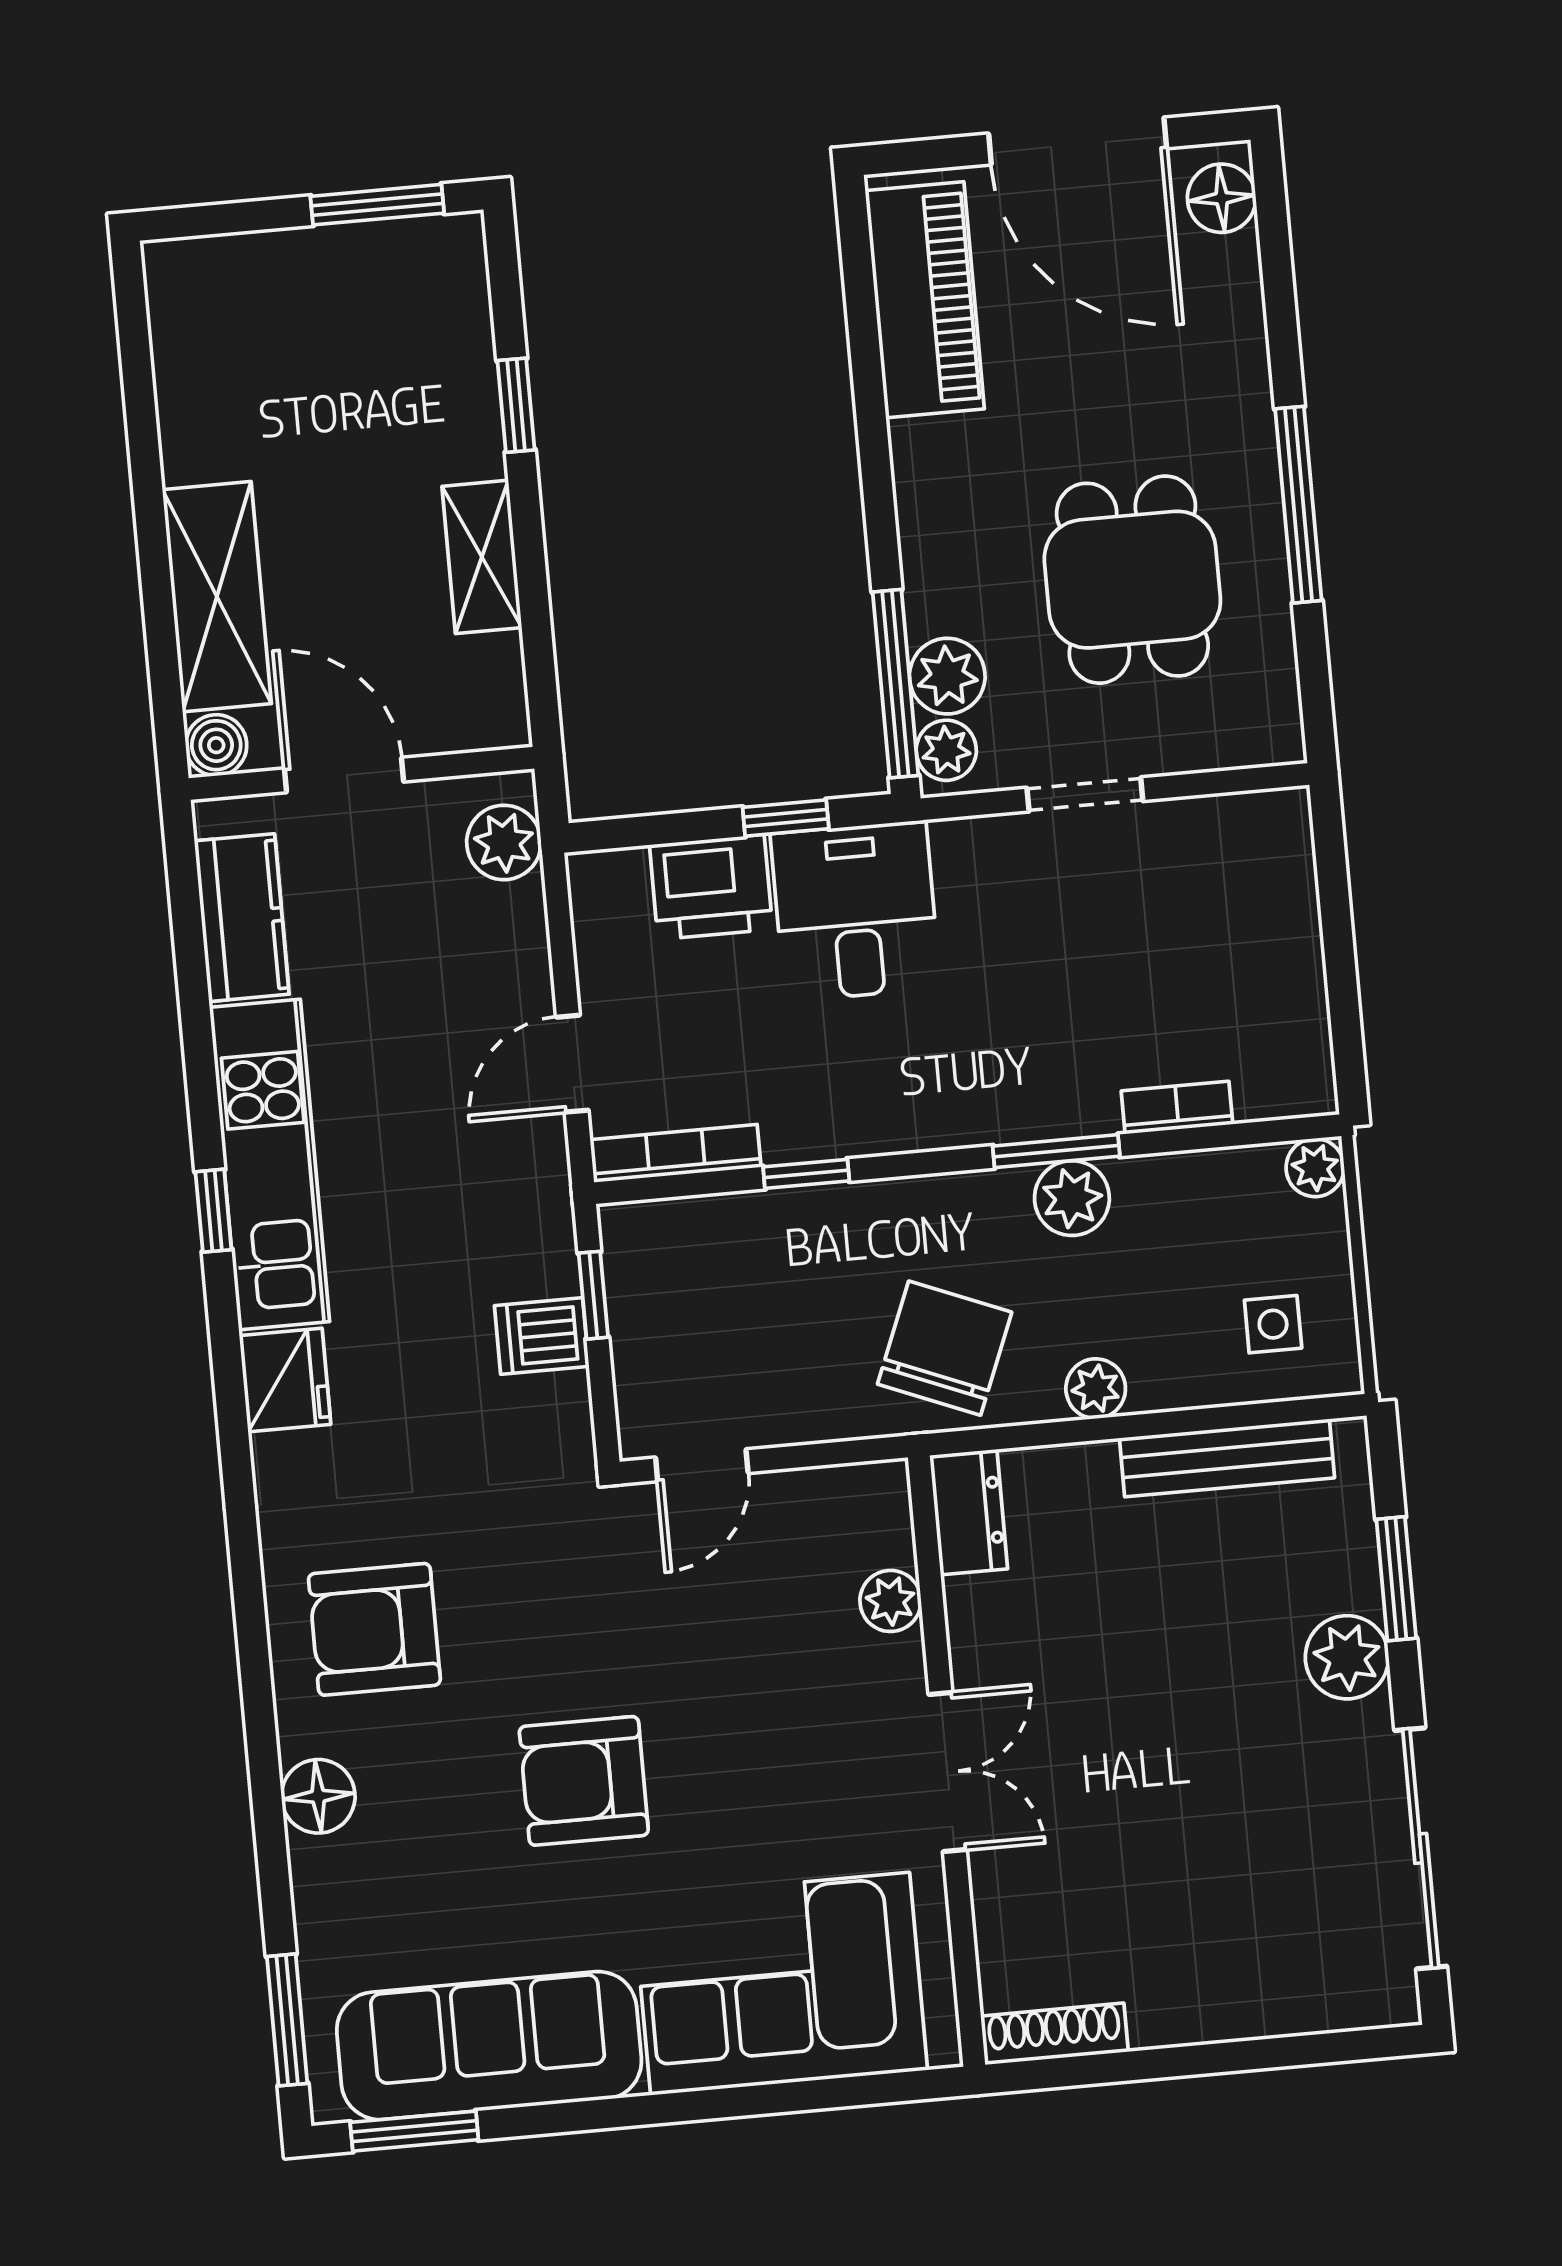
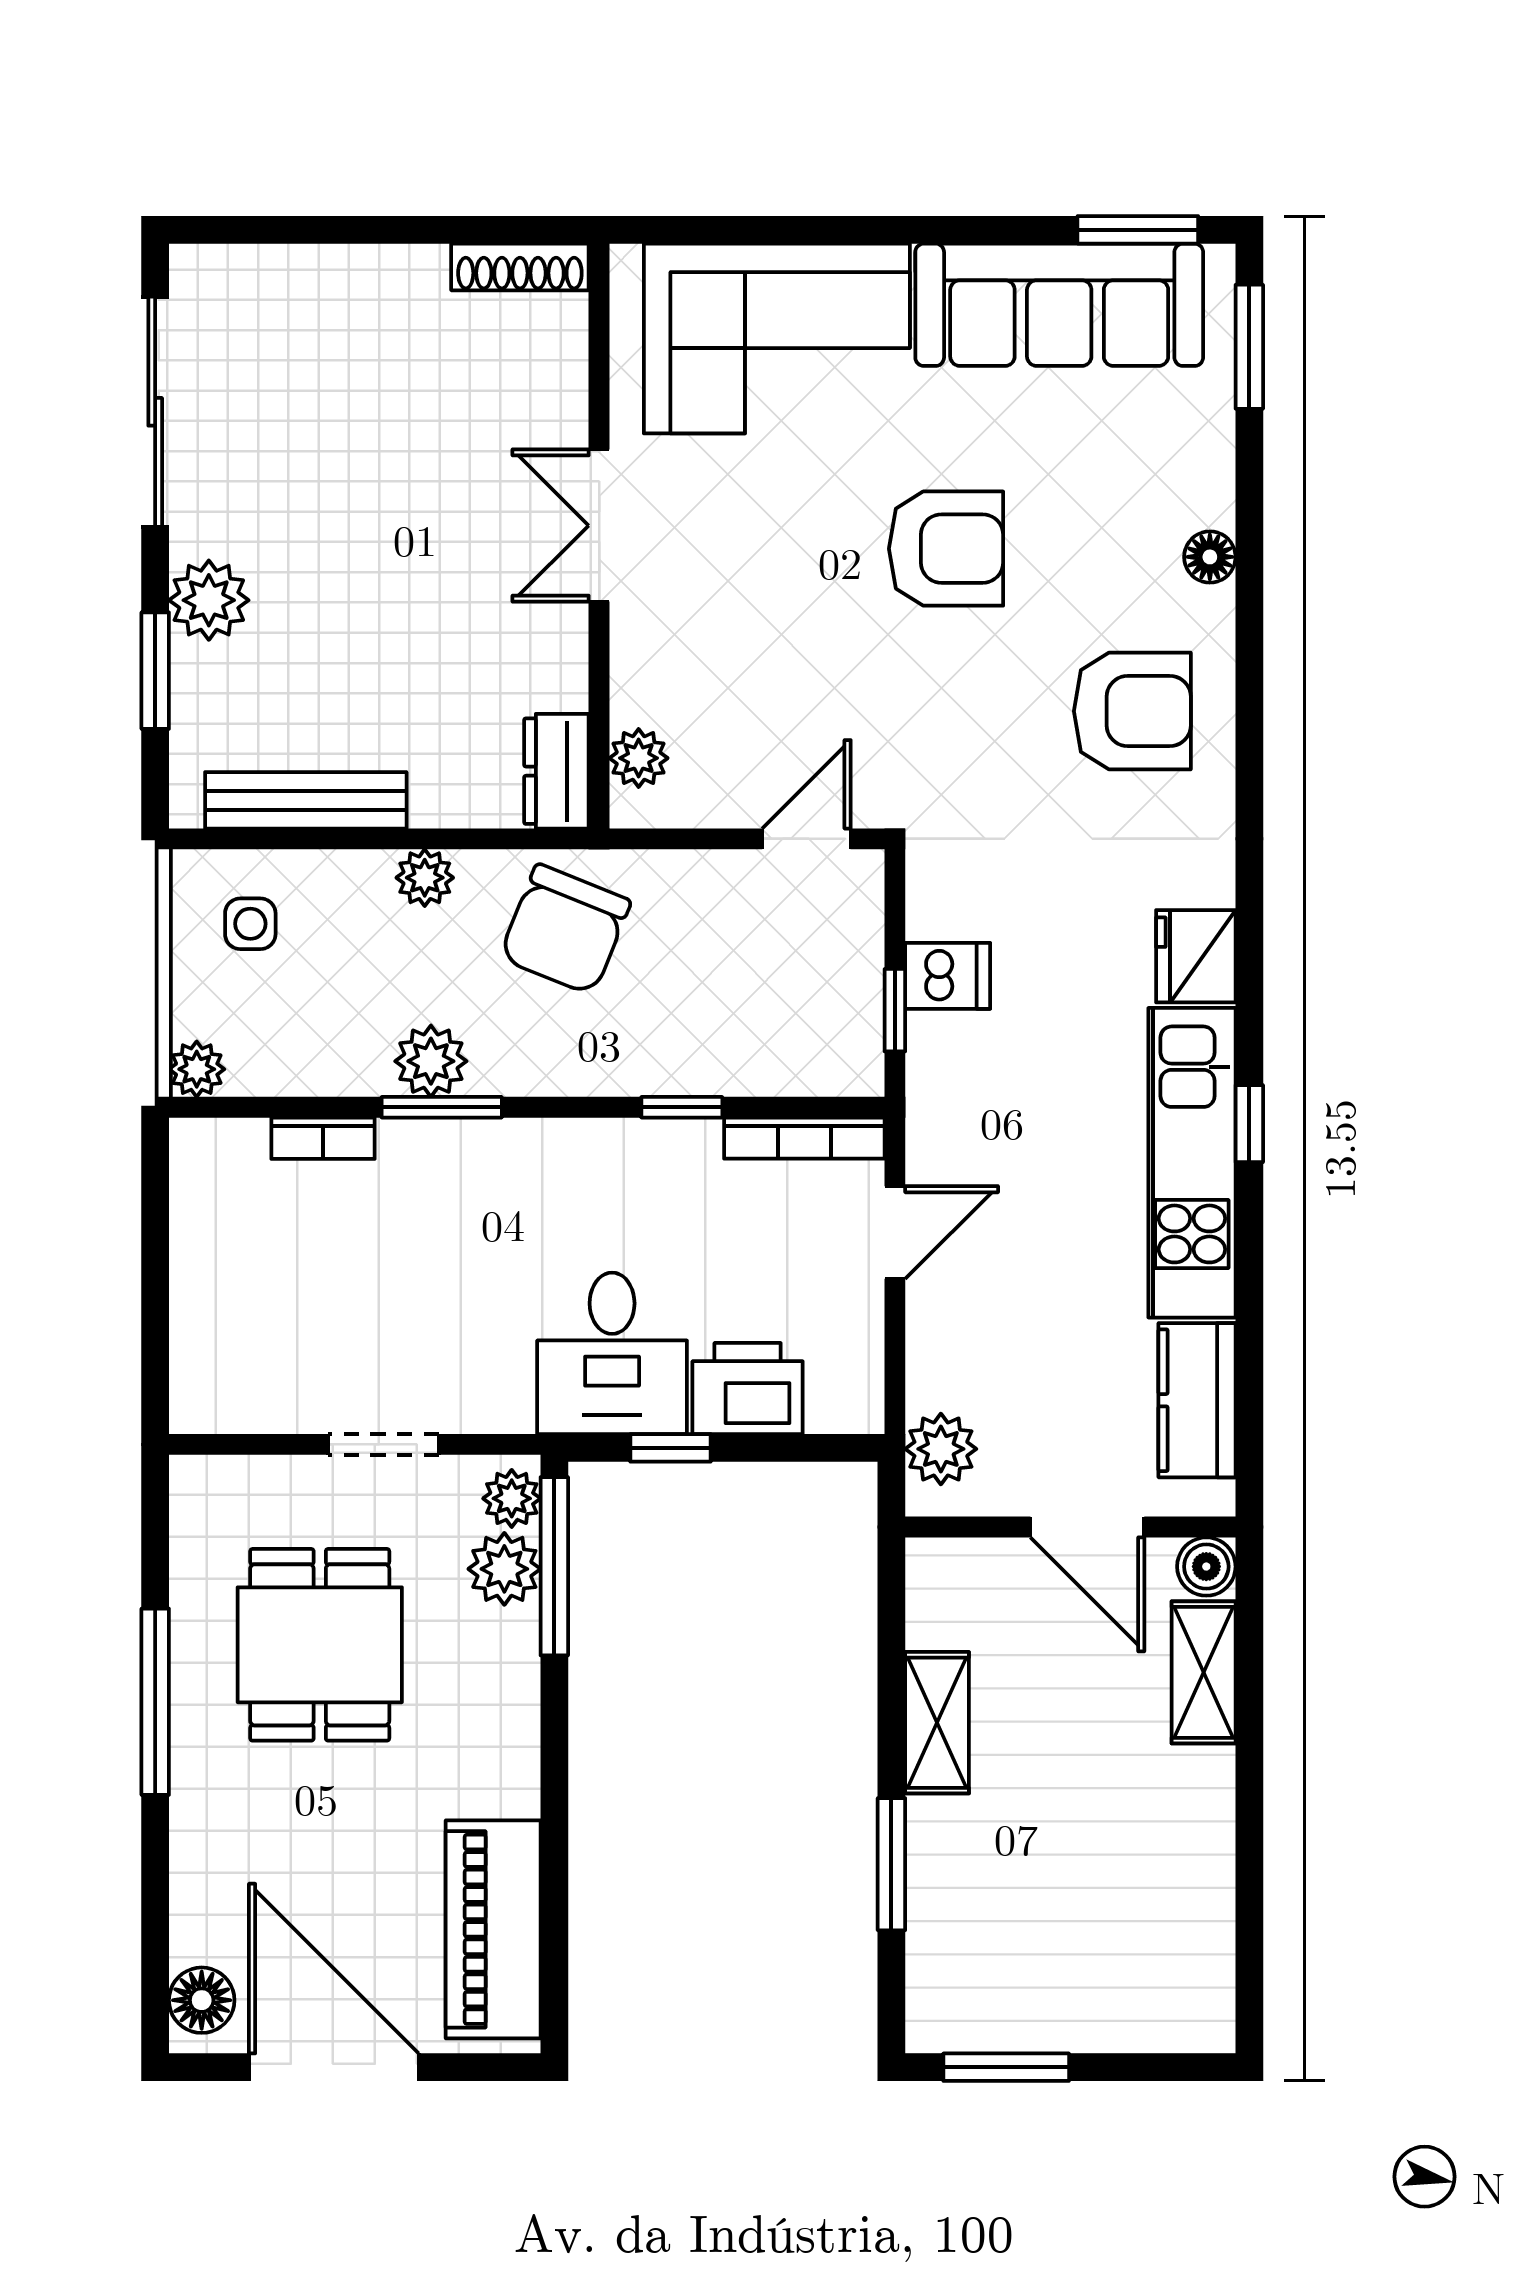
window: (516, 405) -> (891, 1864), width x1.50
shelving: (217, 597) -> (1204, 1672), width x0.67, depth x0.75
plant: (890, 1601) -> (639, 758), moved
floor lamp: (318, 1796) -> (1210, 557), width x0.73, depth x0.73

